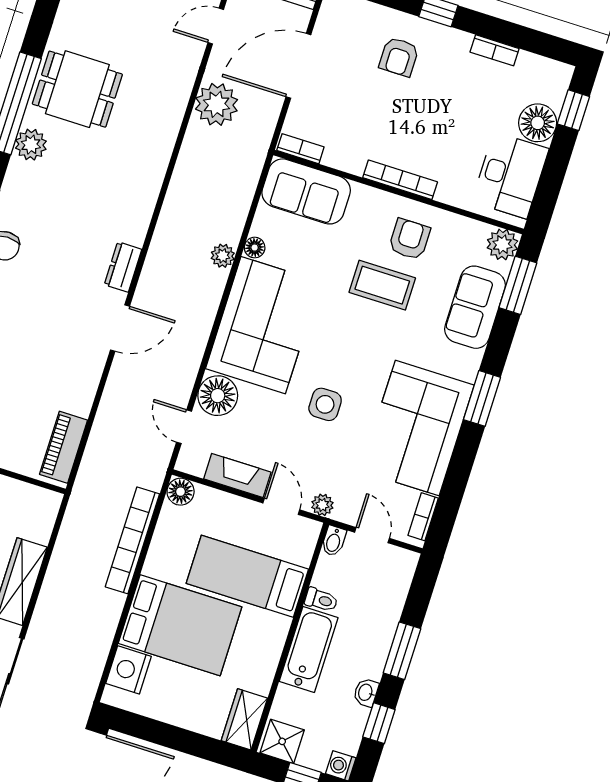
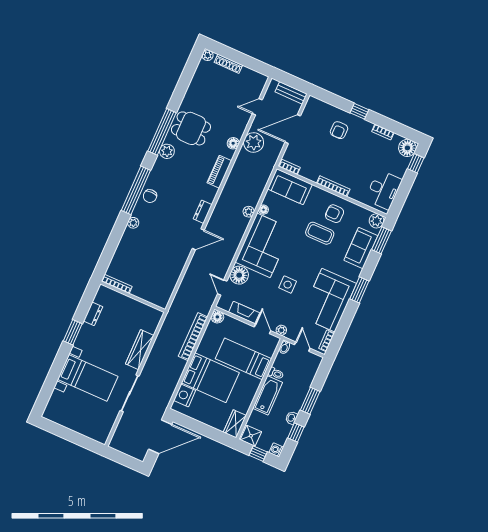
floor lamp: (172, 111) -> (233, 143), added
floor lamp: (538, 123) -> (407, 148), moved
armchair: (409, 239) -> (334, 214), turned -90
piano: (64, 447) -> (219, 172), moved

